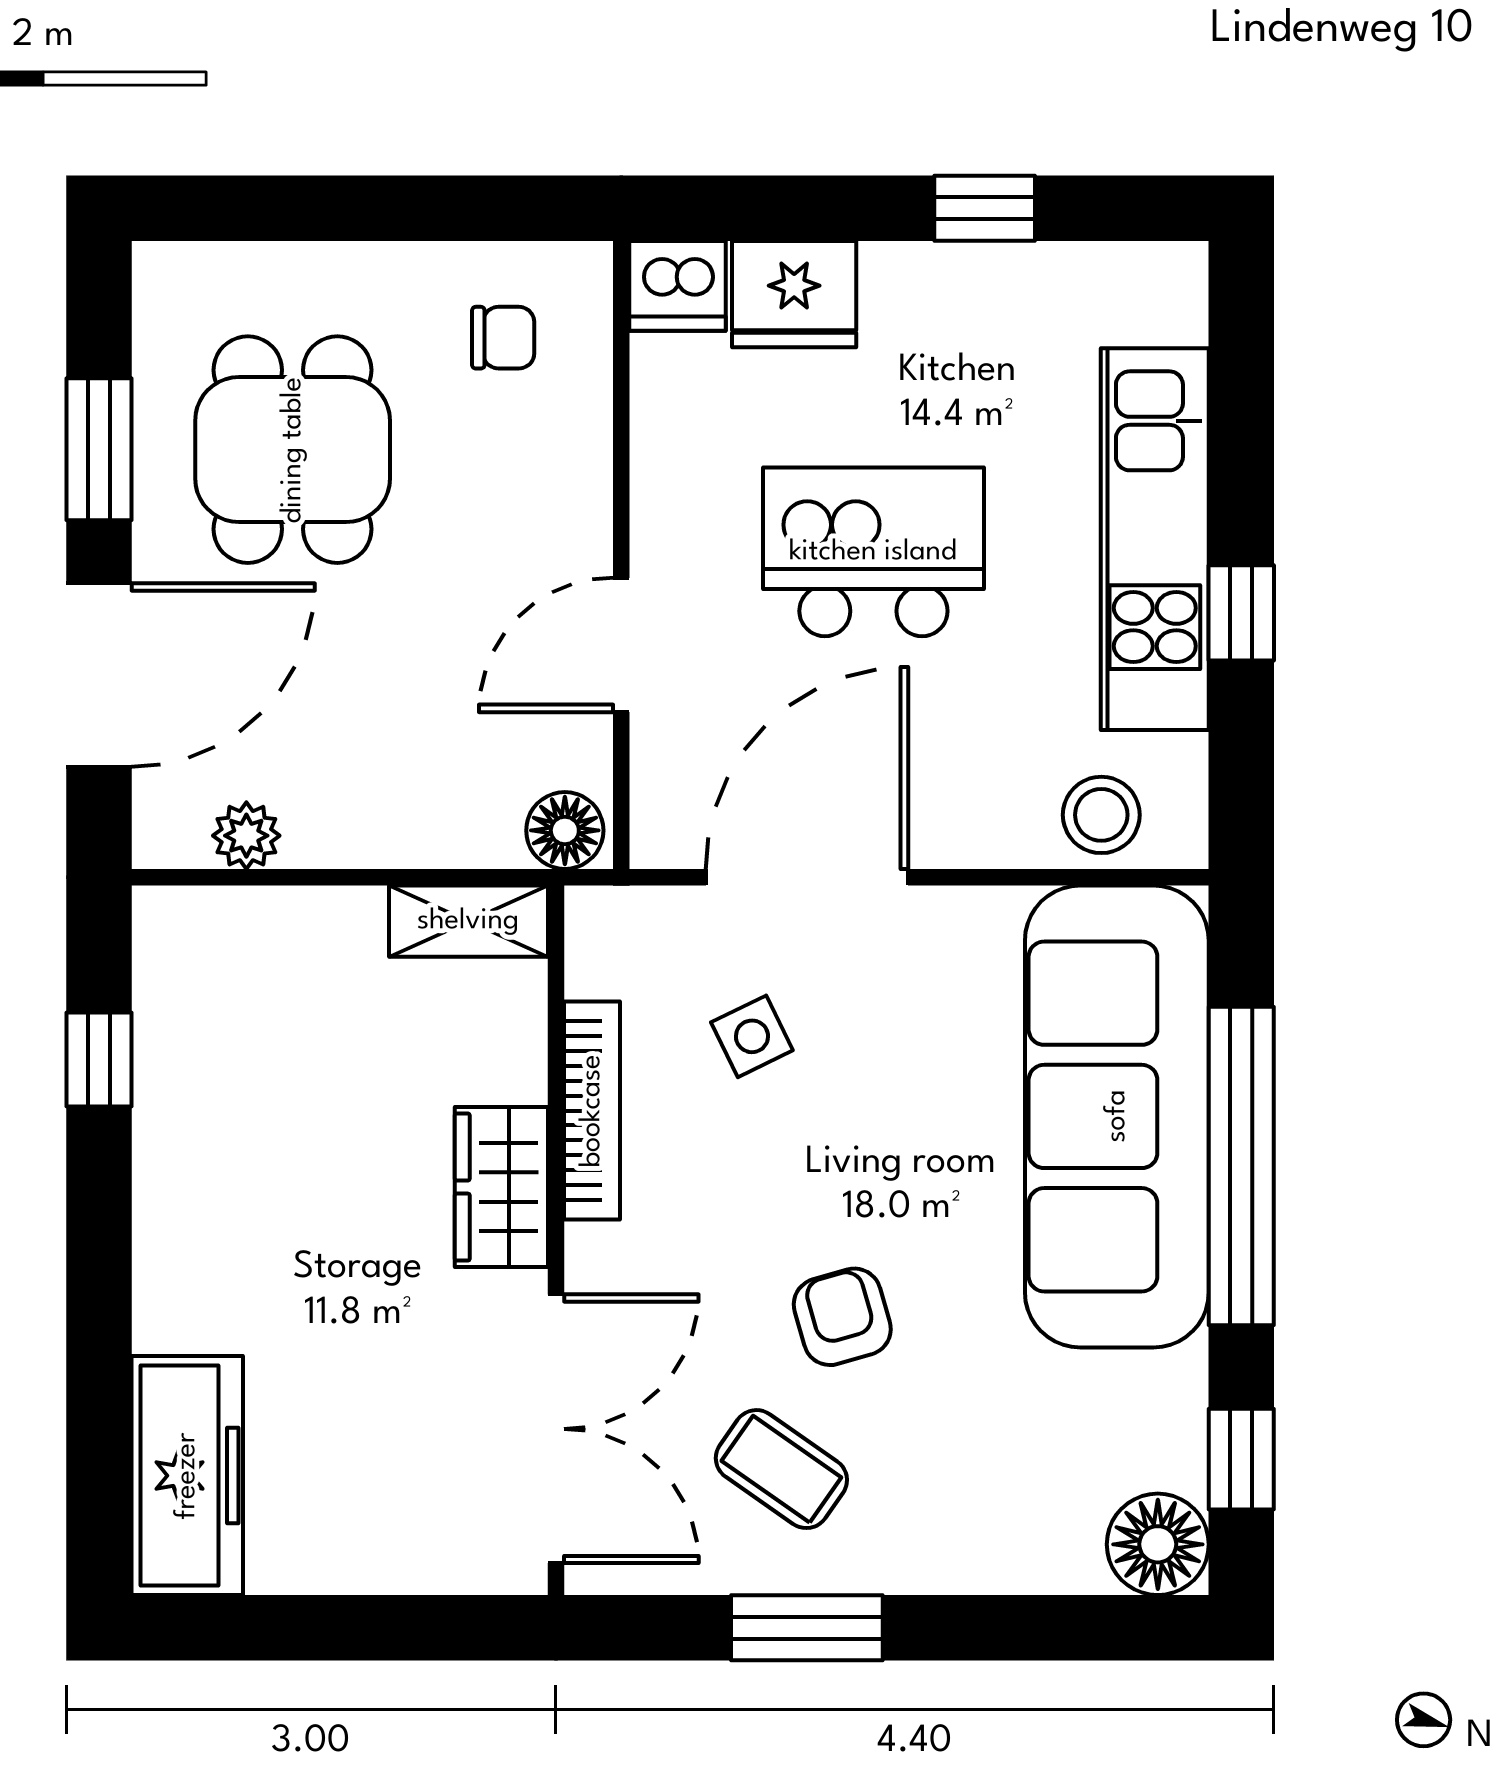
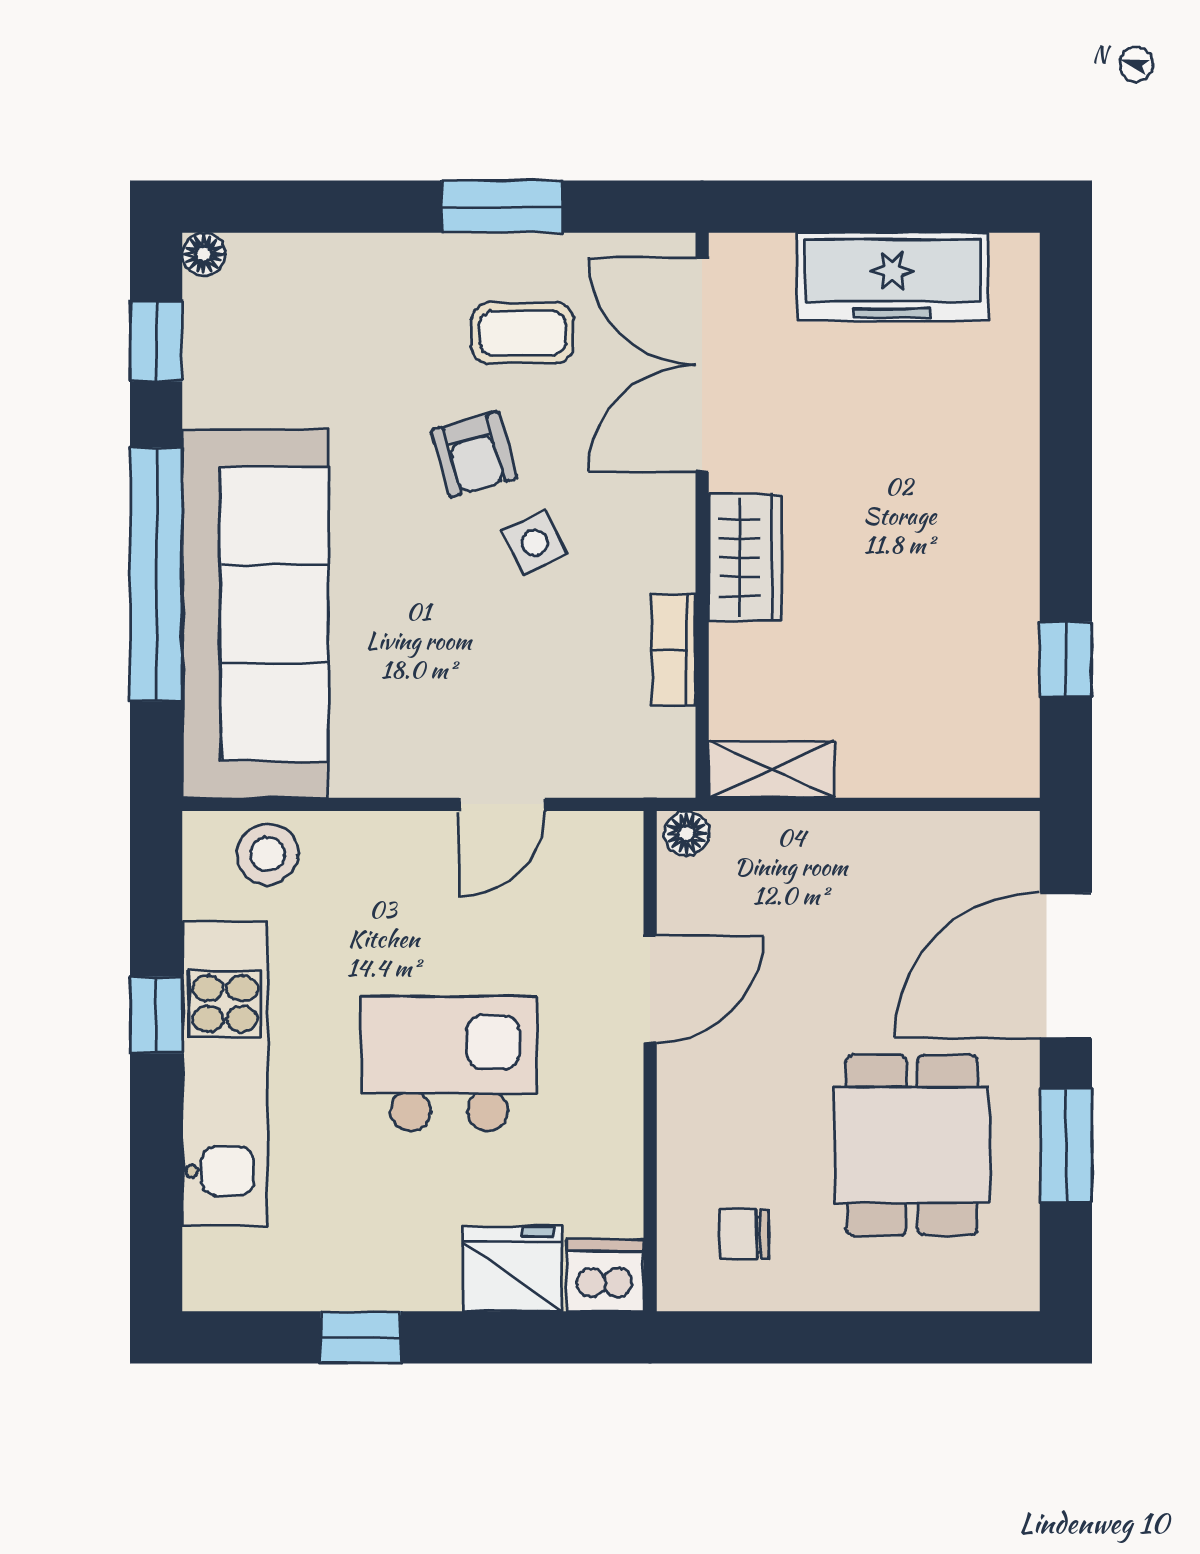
kitchen island: (873, 552) -> (449, 1064), turned 180
floor lamp: (565, 830) -> (687, 833), width x0.73, depth x0.73
plant: (246, 836) -> (949, 838), removed
door: (807, 877) -> (502, 804), width x0.53
side table: (752, 1036) -> (534, 543), moved
bookcase: (592, 1111) -> (673, 650), width x0.64
coffee table: (781, 1469) -> (522, 333), turned -35
freezer: (187, 1476) -> (893, 277), moved, turned -90
floor lamp: (1158, 1544) -> (204, 254), width x0.53, depth x0.53

